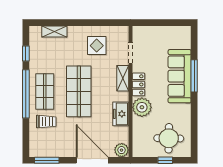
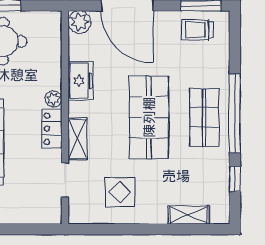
plant: (142, 107) -> (54, 99), width x0.53, depth x0.53
trolley: (46, 122) -> (197, 30), moved

